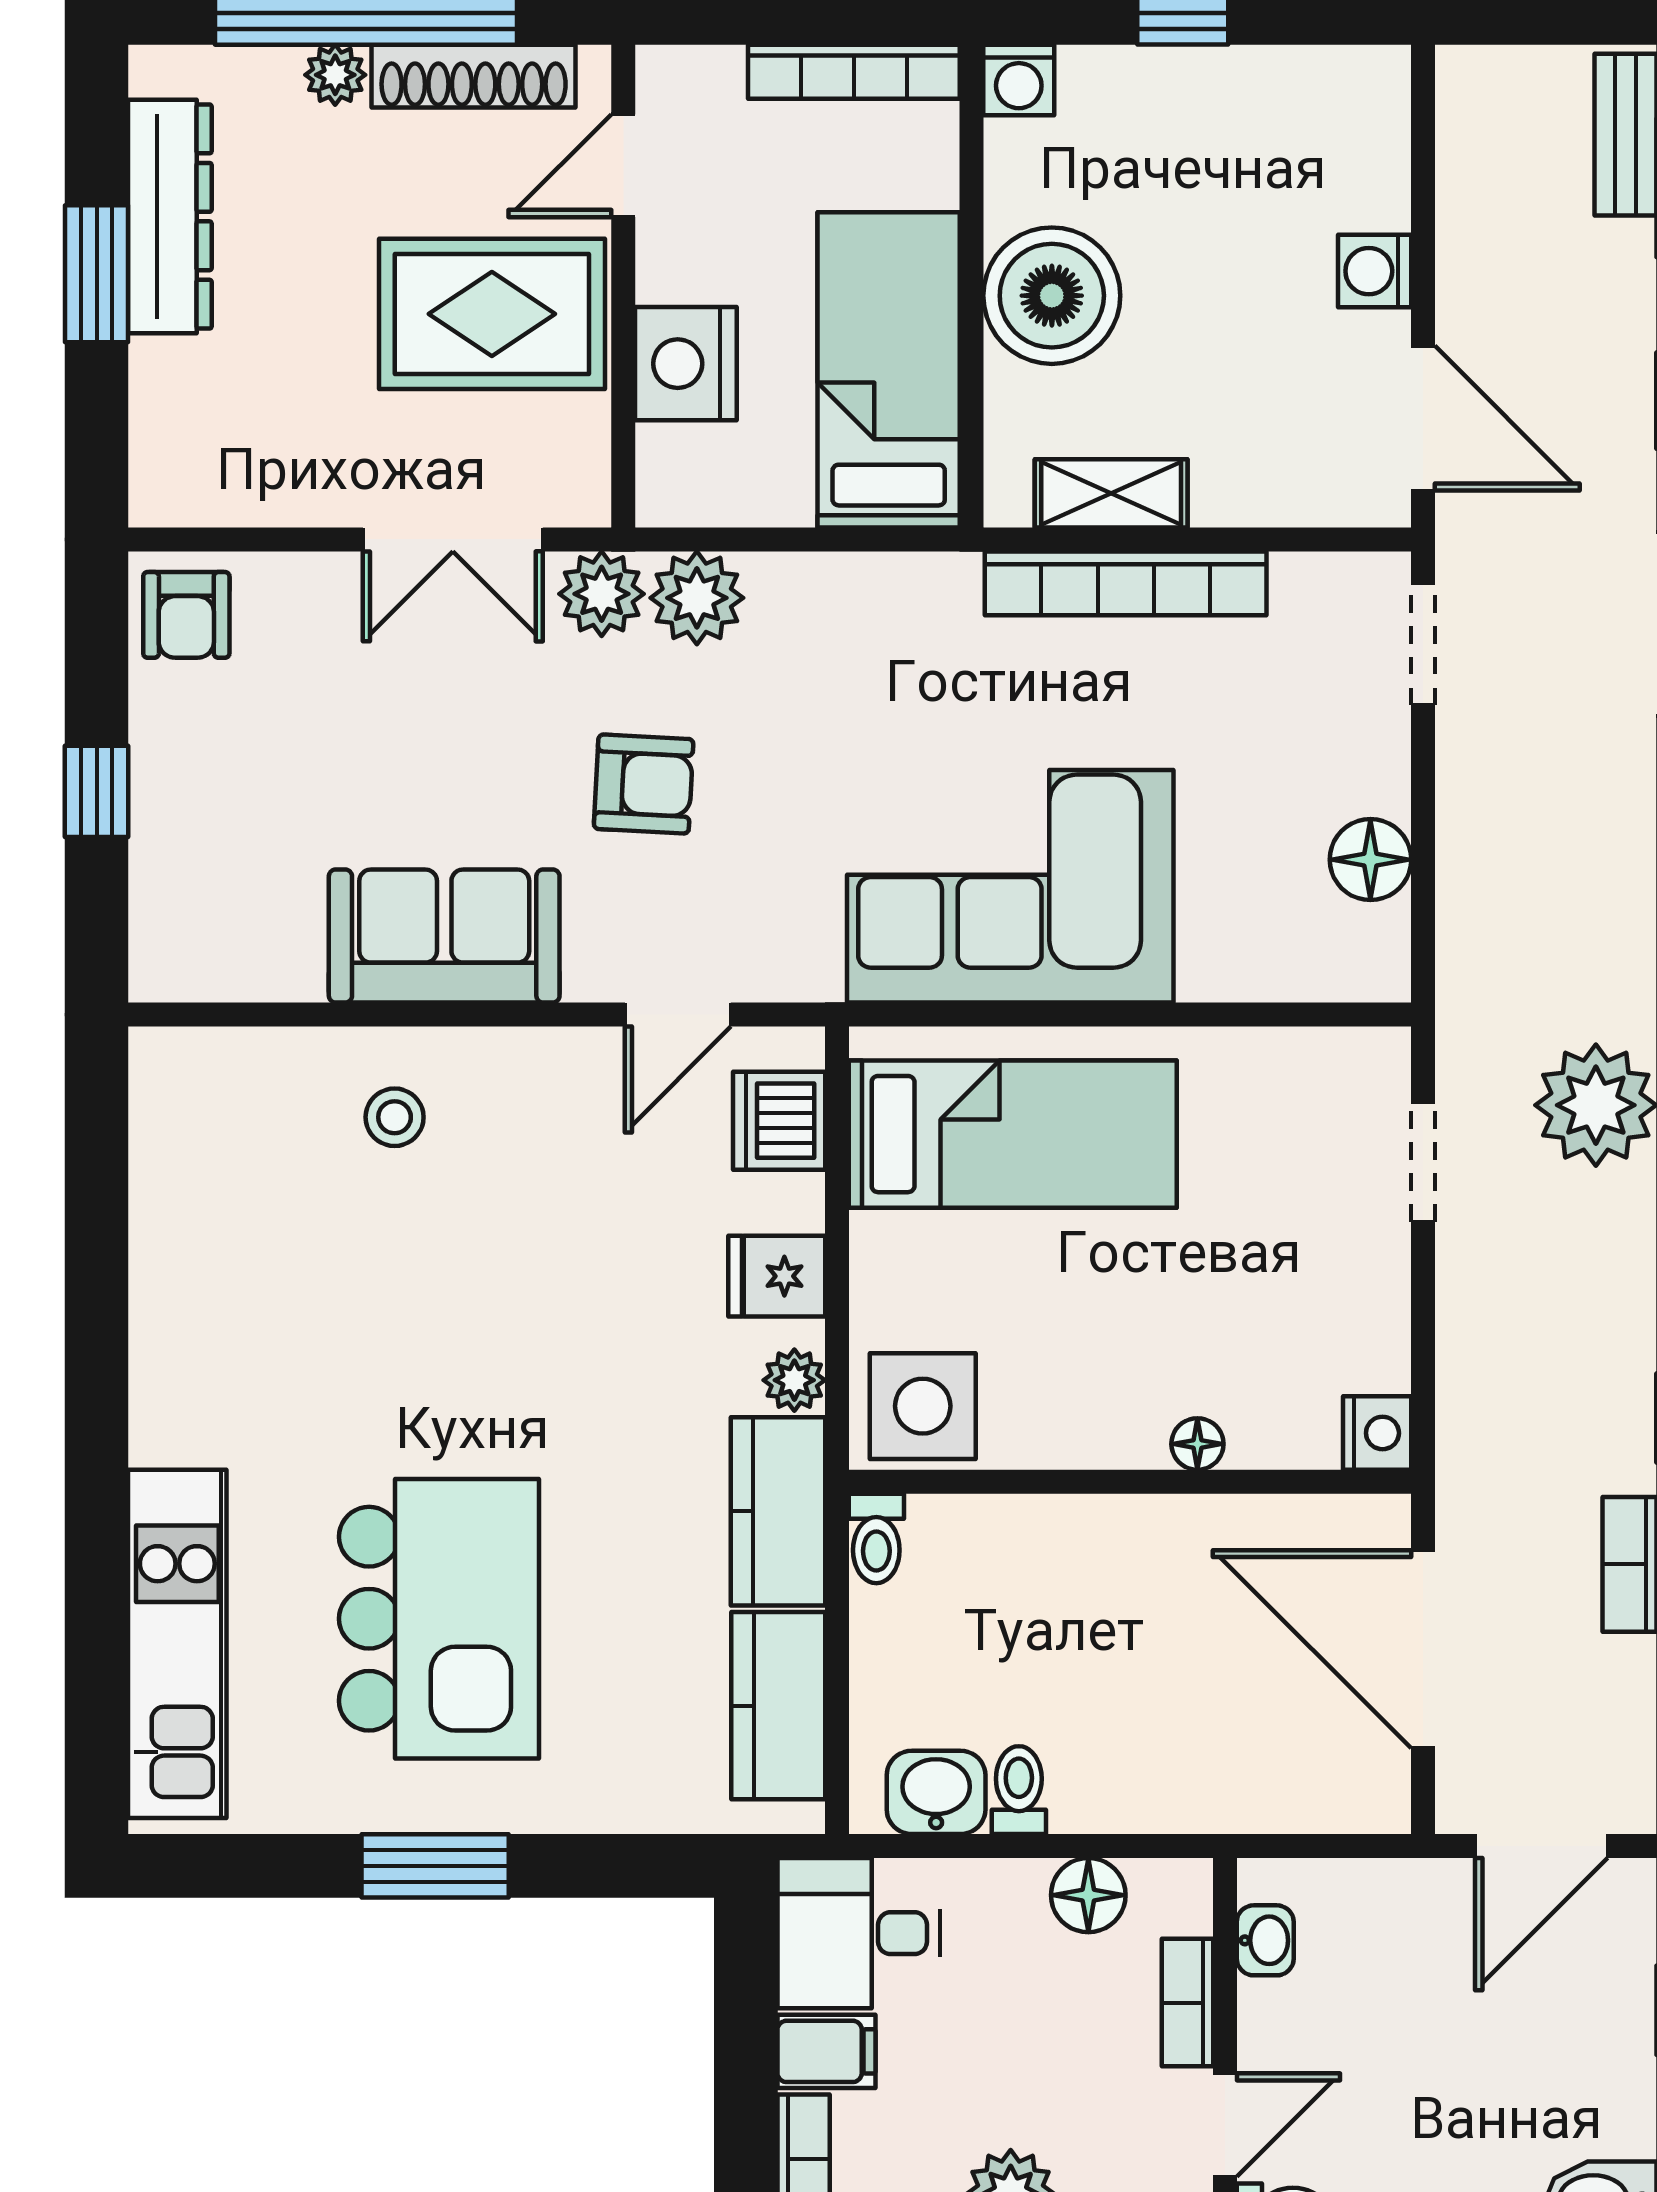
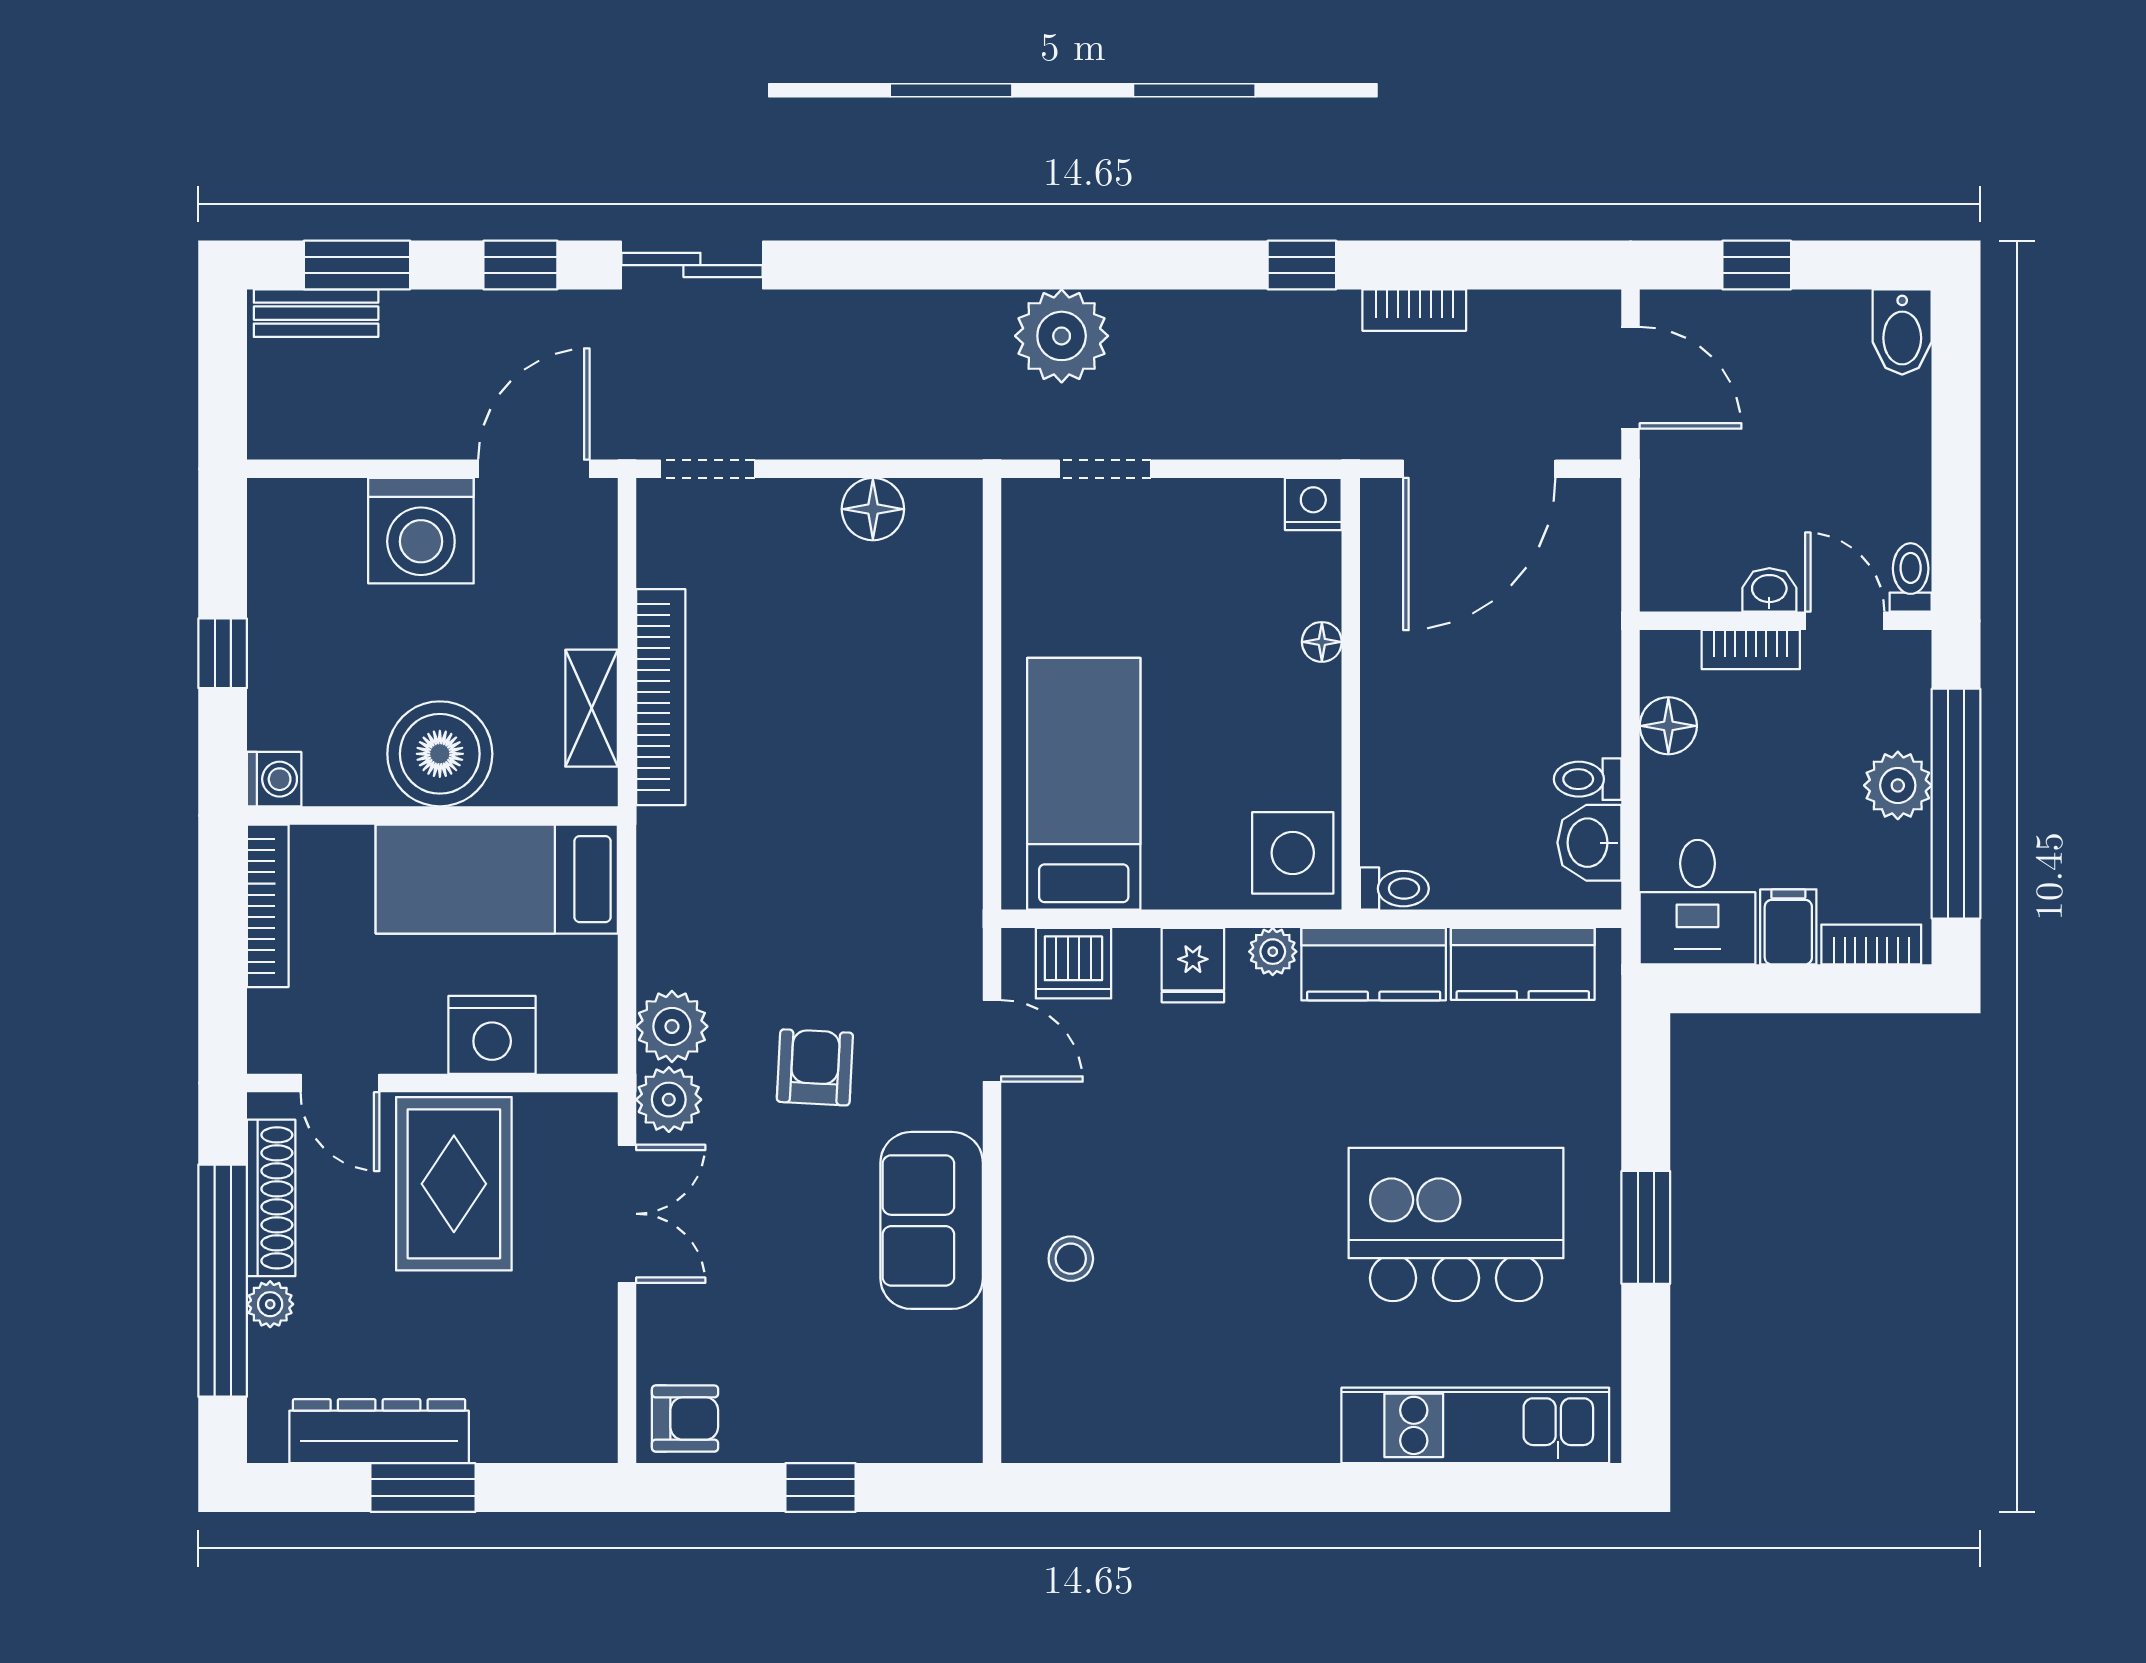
washing machine: (1375, 271) -> (421, 531), width x1.89, depth x1.89
corner sofa: (1010, 886) -> (893, 786), removed
washbasin: (1265, 1940) -> (1769, 590), moved

